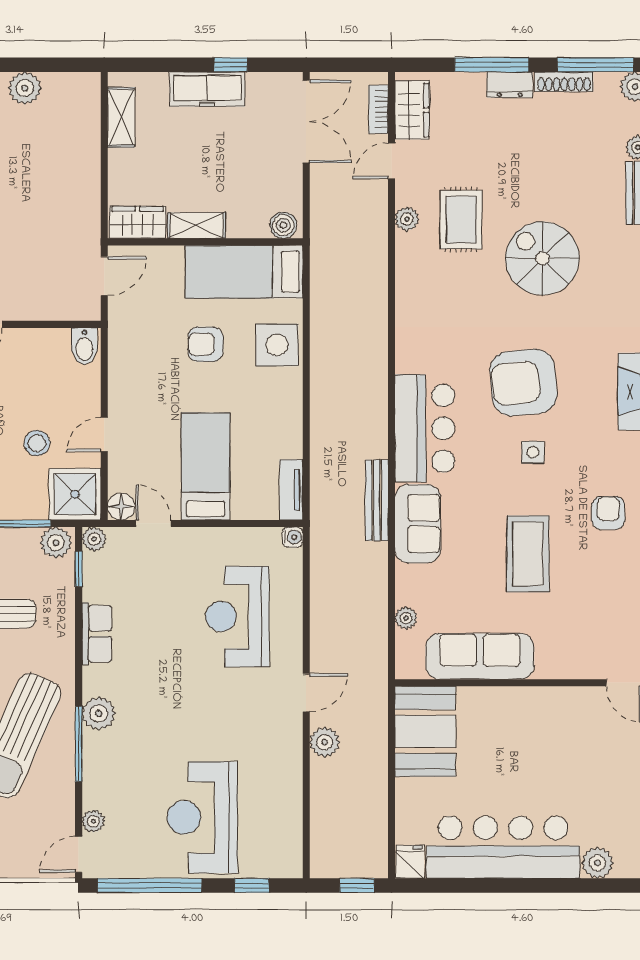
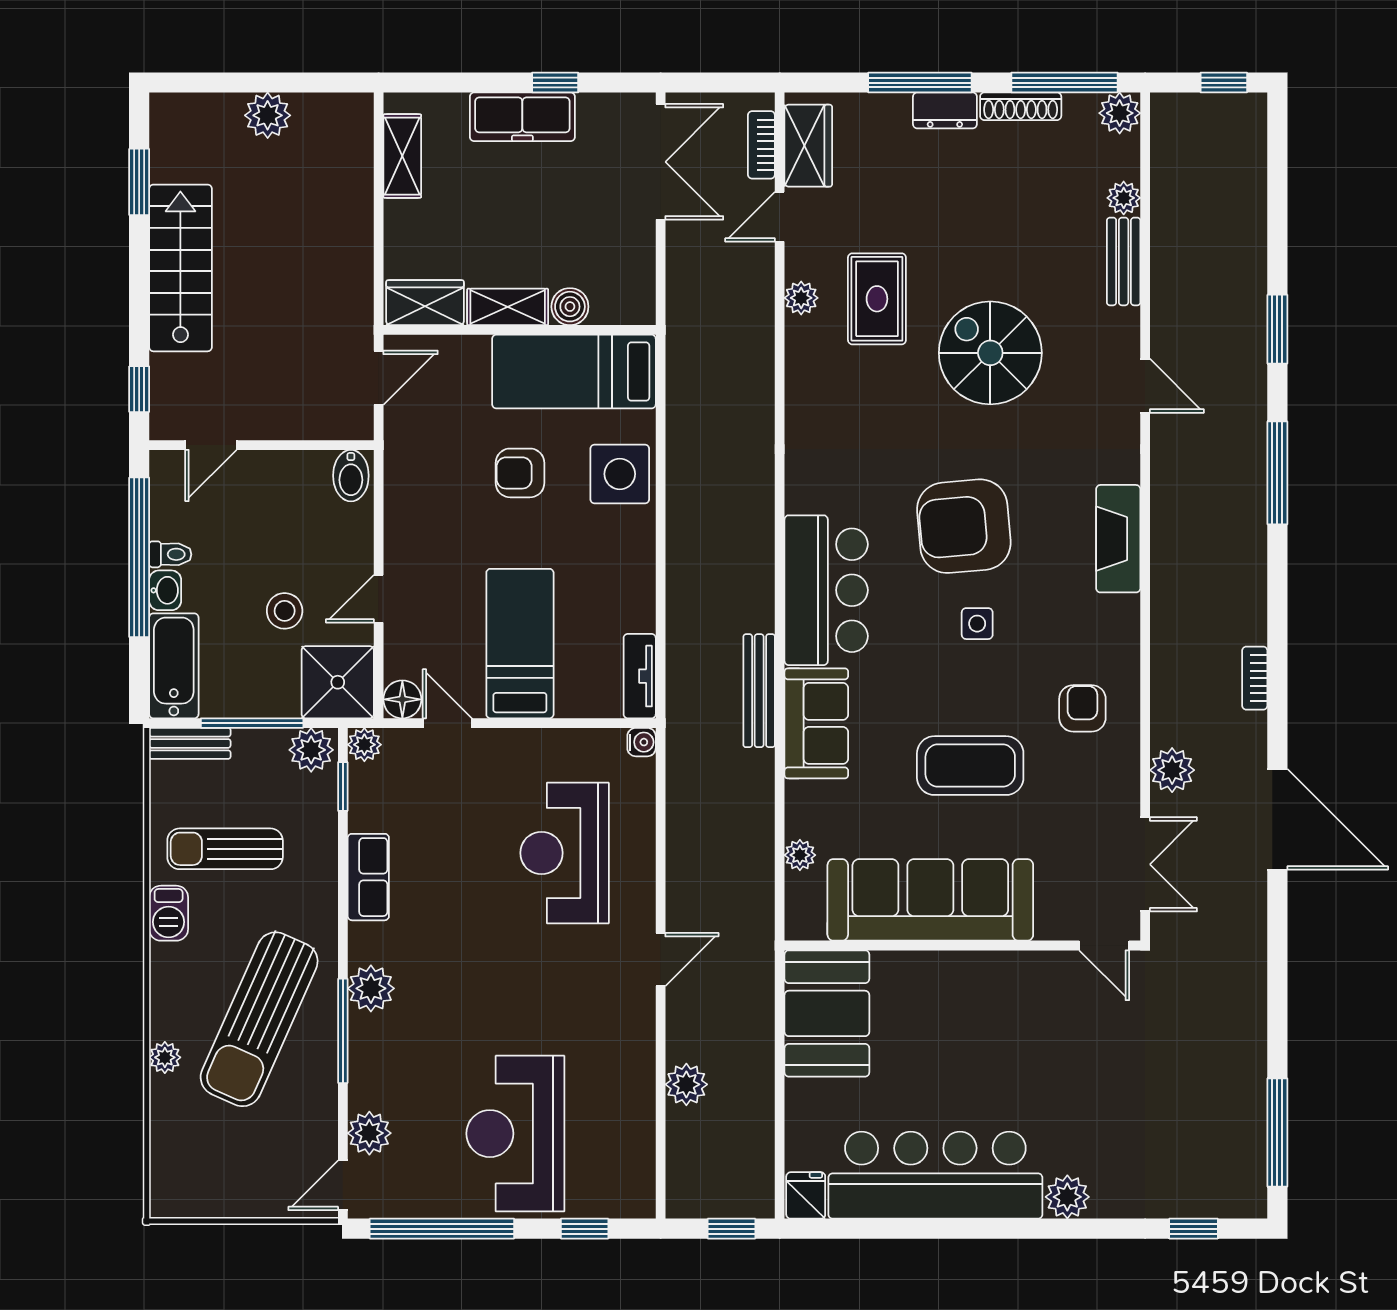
boiler: (283, 225) -> (570, 307), moved
coffee table: (528, 554) -> (970, 766), turned 90
sofa: (480, 656) -> (930, 900), width x1.36, depth x1.27
plant: (325, 742) -> (686, 1084), moved
plant: (93, 821) -> (369, 1133), width x1.38, depth x1.38

